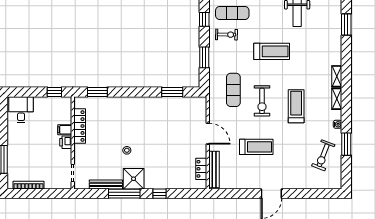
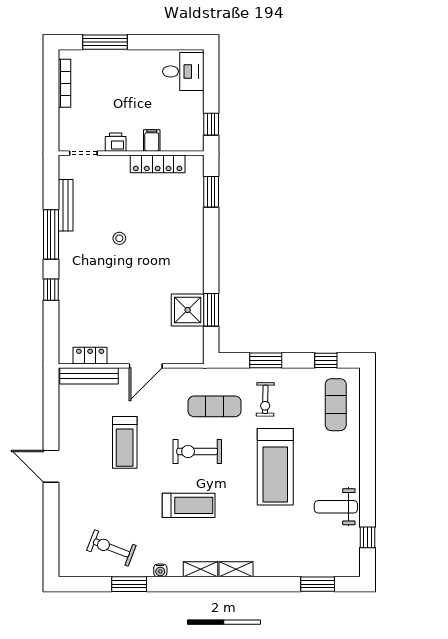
exercise bike: (226, 35) -> (265, 399), moved
treadmill: (272, 51) -> (275, 467), width x1.37, depth x1.38
printer: (66, 142) -> (116, 142), moved
shower: (134, 179) -> (188, 310), moved

